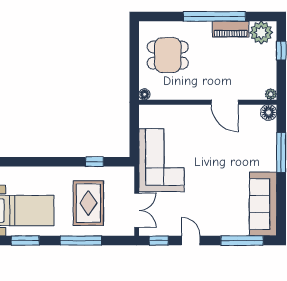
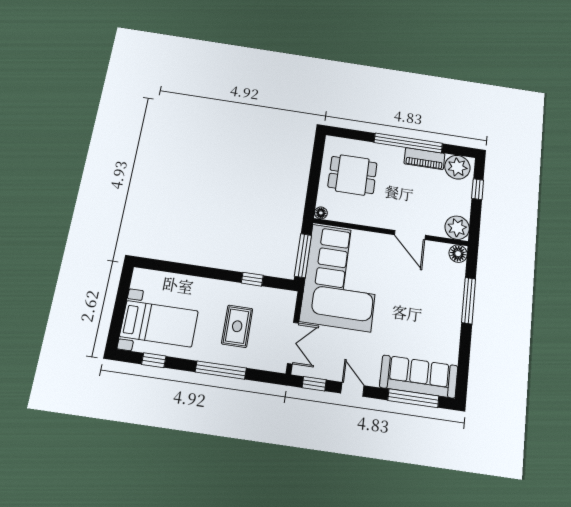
plant: (271, 94) -> (457, 228), width x1.88, depth x1.88
window: (134, 135) -> (303, 256), added
corner sofa: (161, 160) -> (341, 277), width x1.36, depth x1.36
rug: (88, 203) -> (237, 326), width x0.73, depth x0.70
sofa: (263, 204) -> (419, 377), moved, turned 90
window: (25, 241) -> (154, 360), width x0.67

